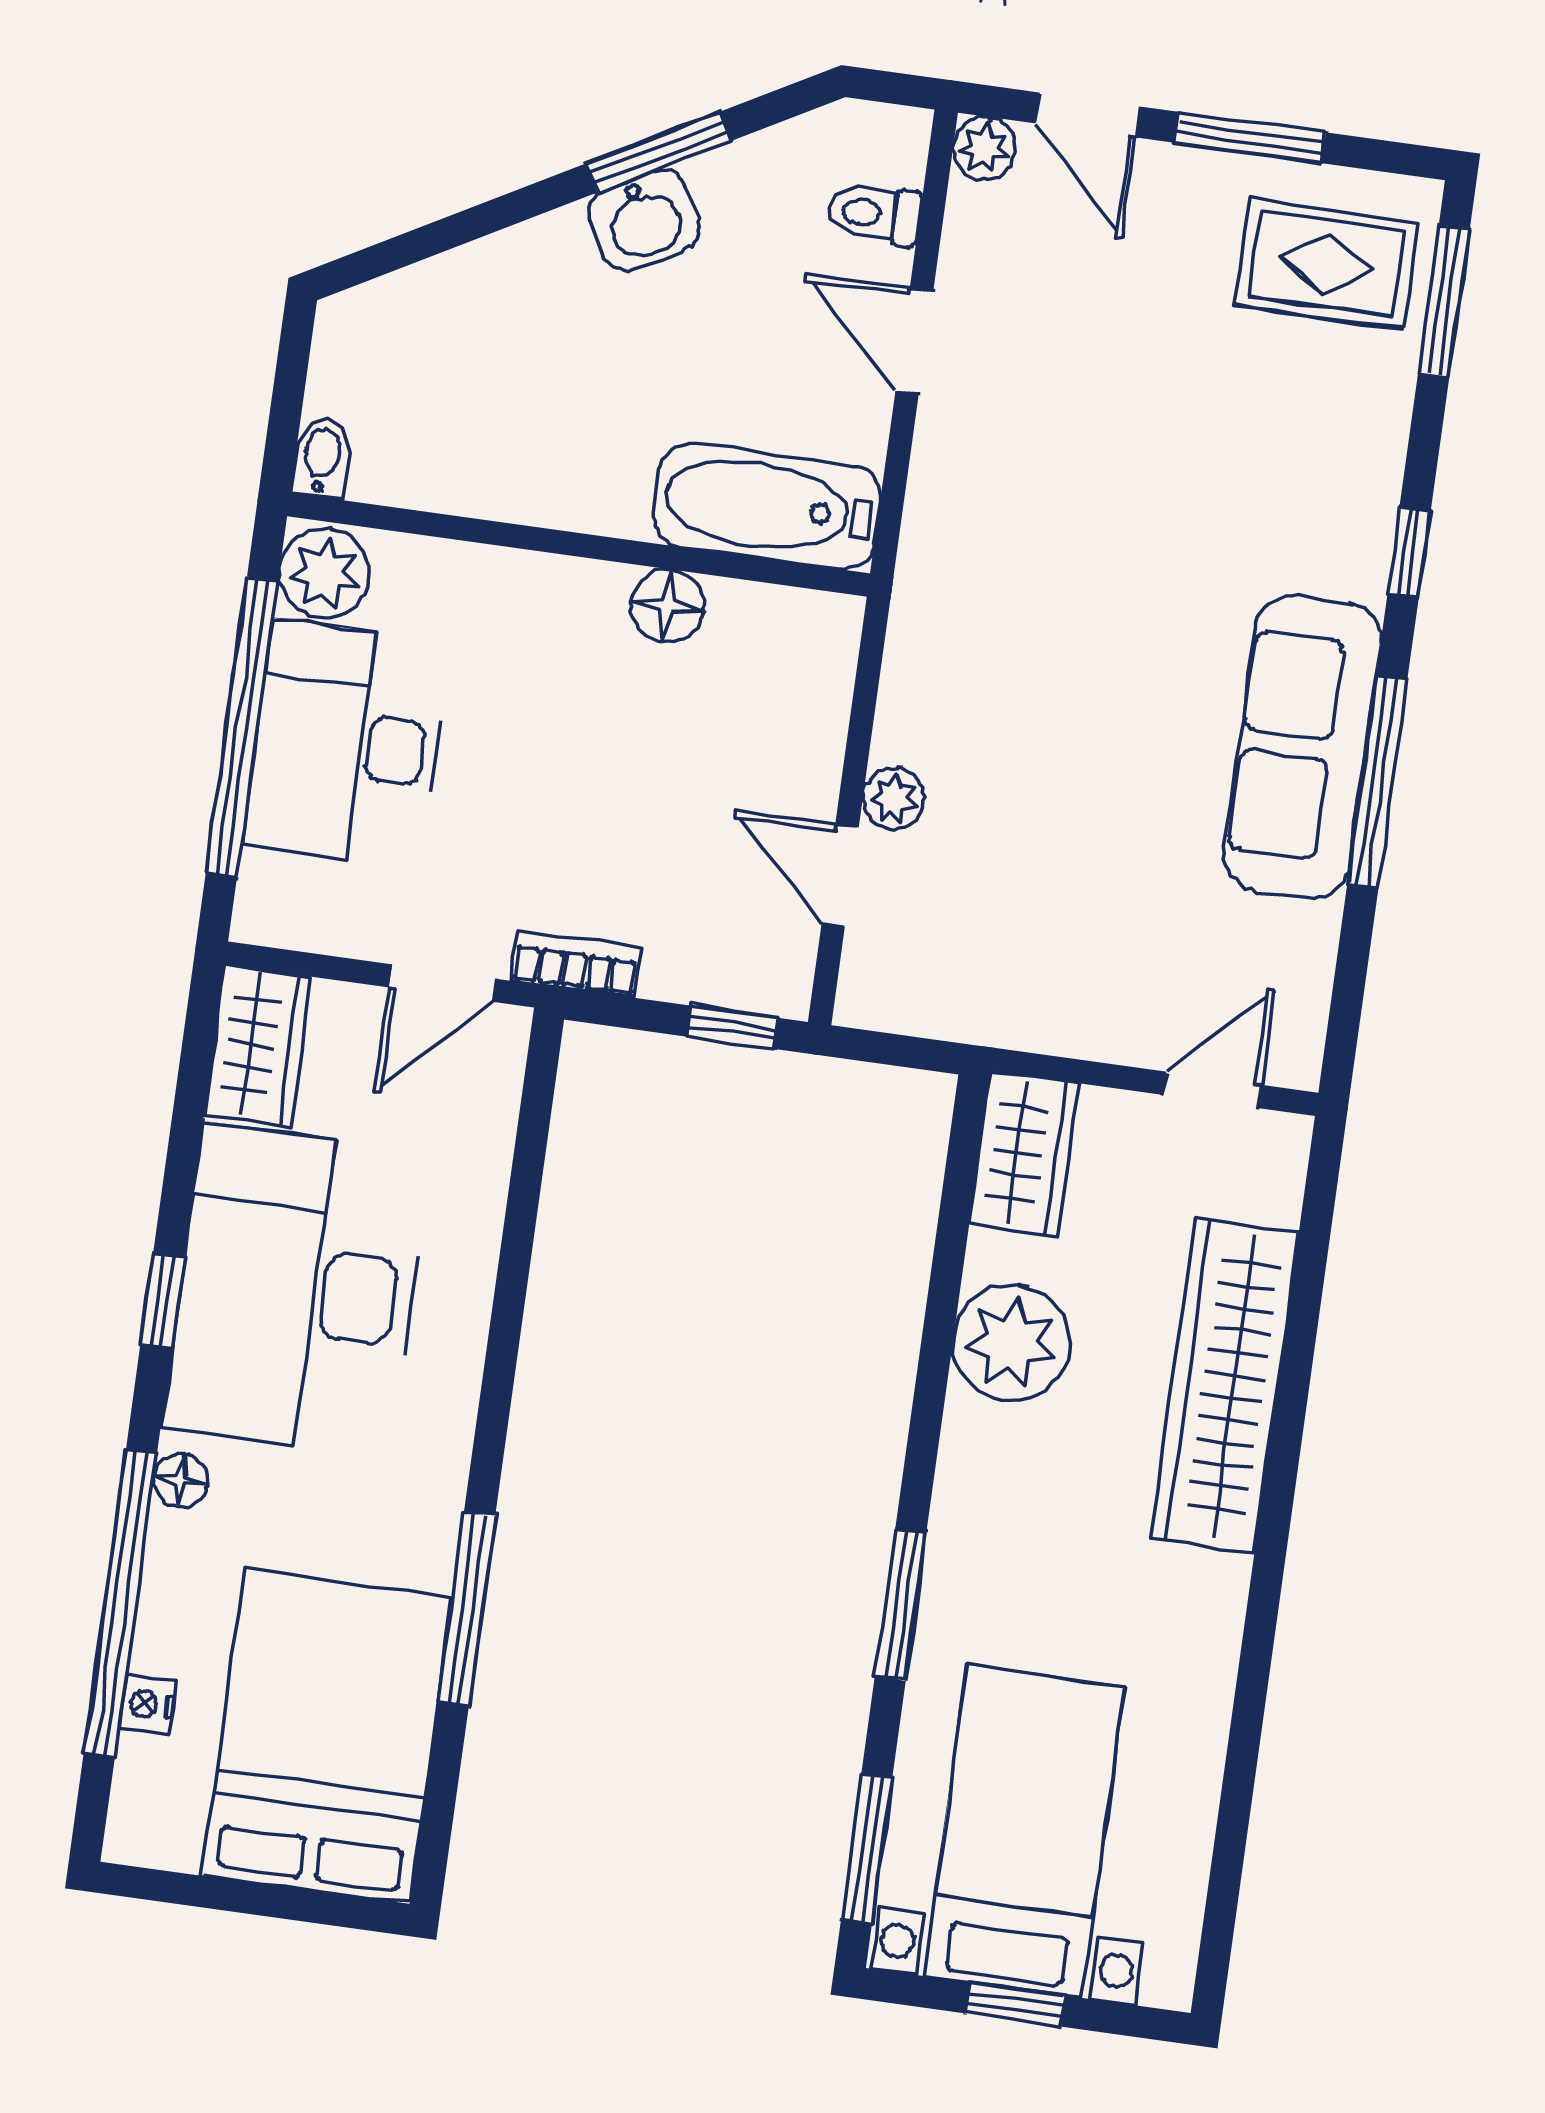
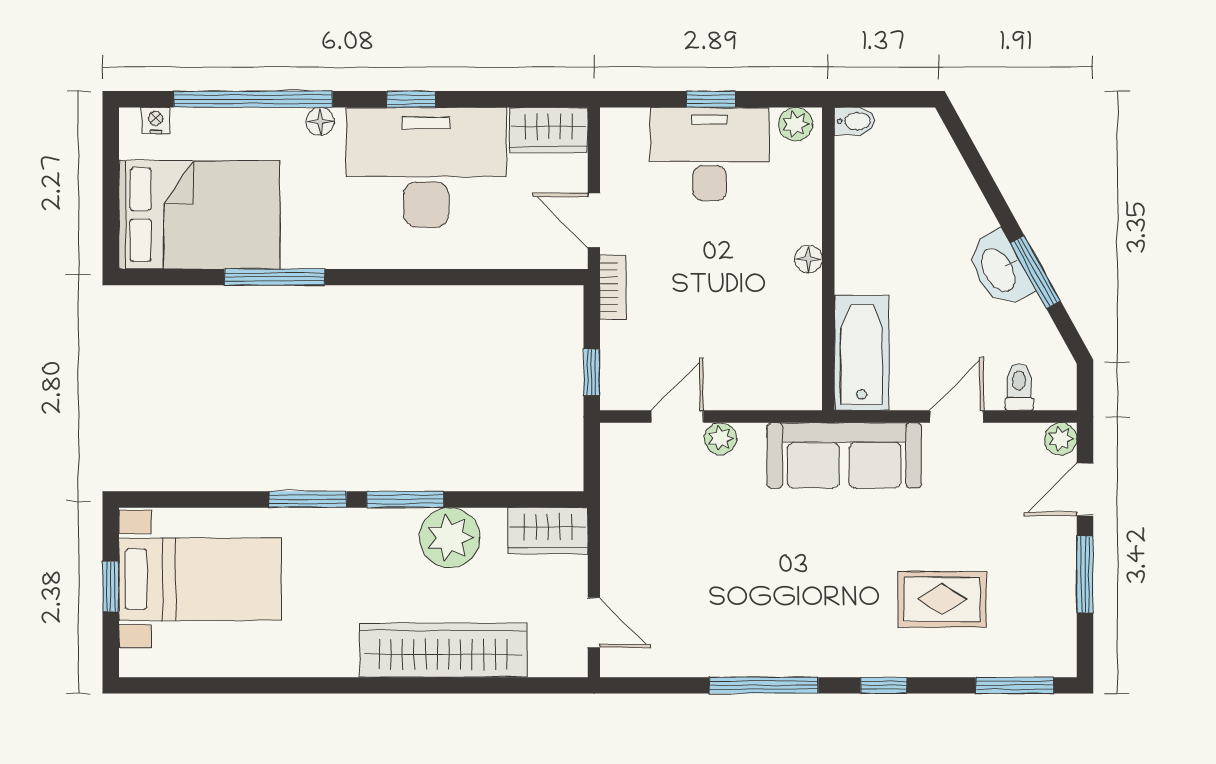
washbasin: (644, 221) -> (999, 269), width x1.38
rug: (1327, 264) -> (942, 599), moved, turned 90
plant: (324, 574) -> (795, 124), width x0.73, depth x0.73
floor lamp: (667, 606) -> (808, 259), moved, width x0.73, depth x0.73
window: (242, 727) -> (711, 99), width x0.32
sofa: (1302, 747) -> (844, 455), moved, turned 180
nightstand: (148, 1704) -> (156, 121), moved
window: (867, 1849) -> (405, 499), moved

